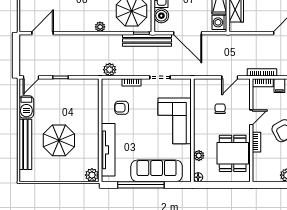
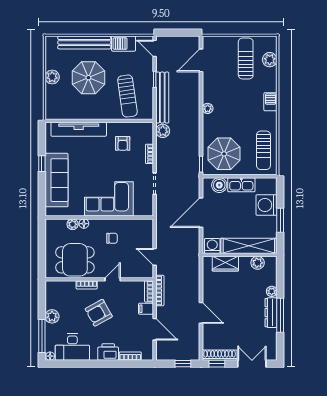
plant: (100, 27) -> (208, 108), moved
door: (42, 33) -> (201, 60), swing flipped
bench: (147, 40) -> (162, 98), moved
sun lounger: (76, 103) -> (127, 96), added
armchair: (122, 108) -> (123, 143), turned 180
chair: (220, 109) -> (112, 238), moved
door: (251, 117) -> (113, 279), swing flipped
plant: (92, 175) -> (52, 77), moved
floor lamp: (198, 177) -> (84, 224), moved
window: (141, 185) -> (42, 164), width x0.32

